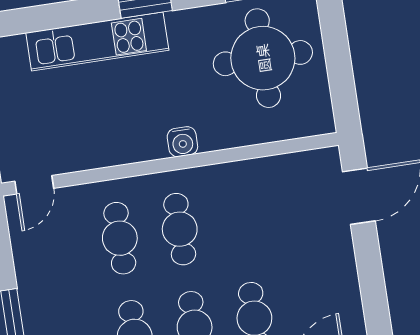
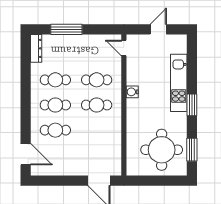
water cooler: (182, 142) -> (132, 92), moved

